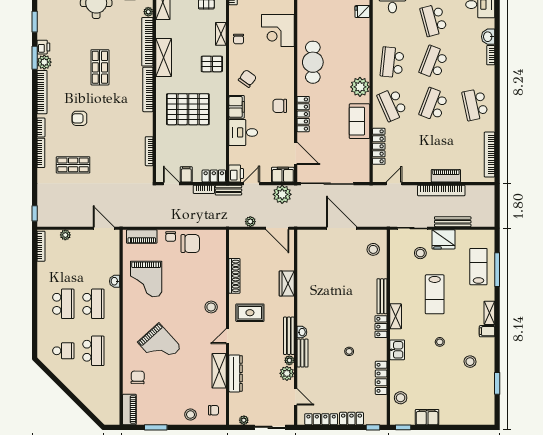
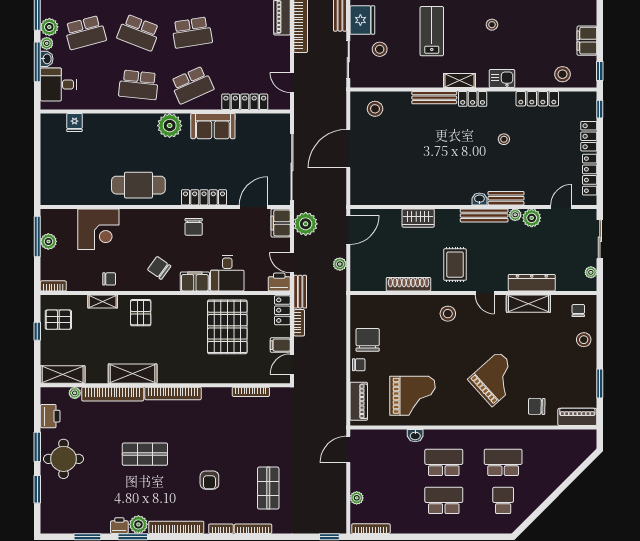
school desk: (434, 105) -> (192, 32), turned -30
pallet: (188, 109) -> (227, 327), moved
lab bench: (435, 294) -> (432, 31), turned -90

